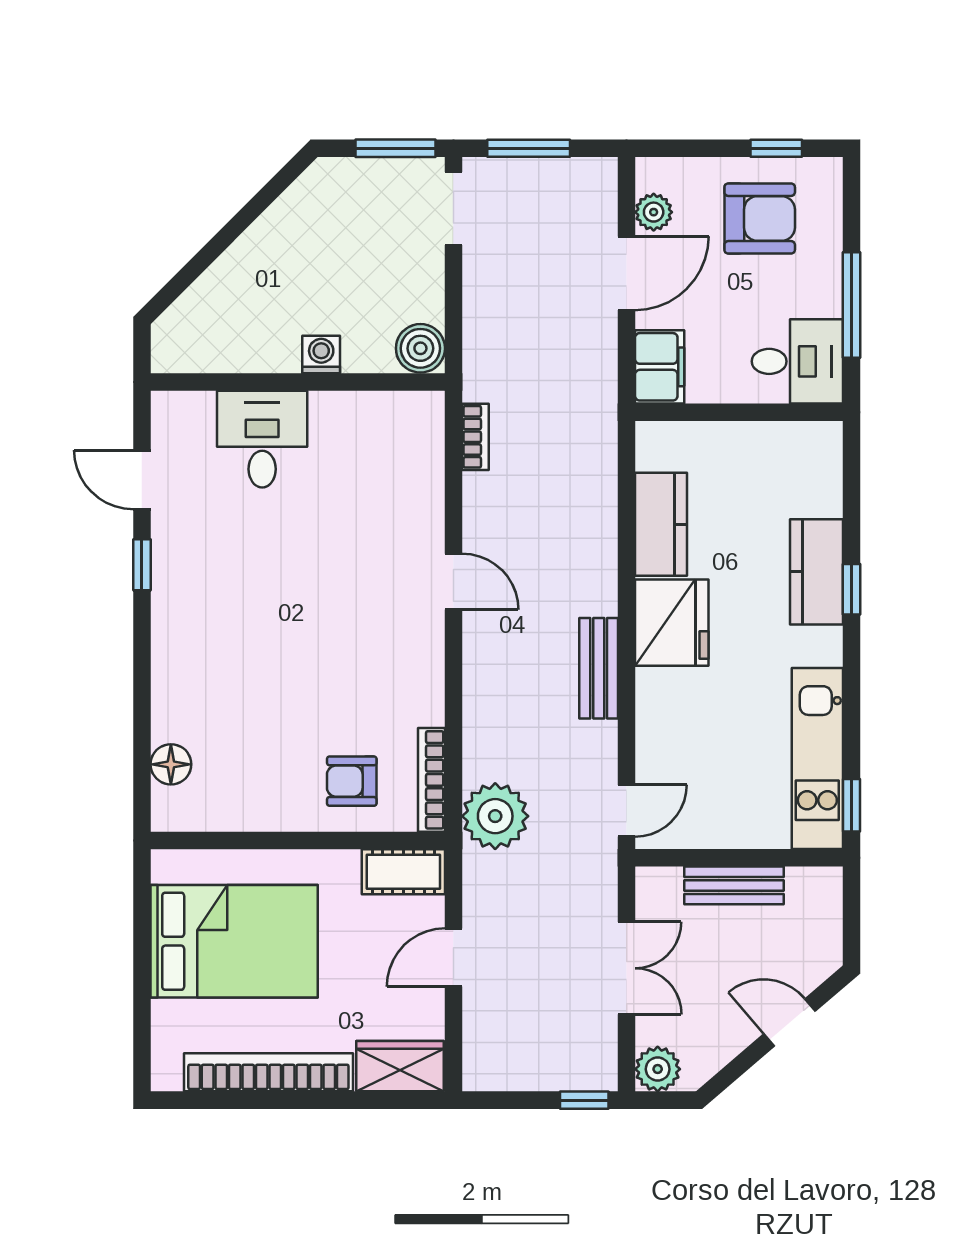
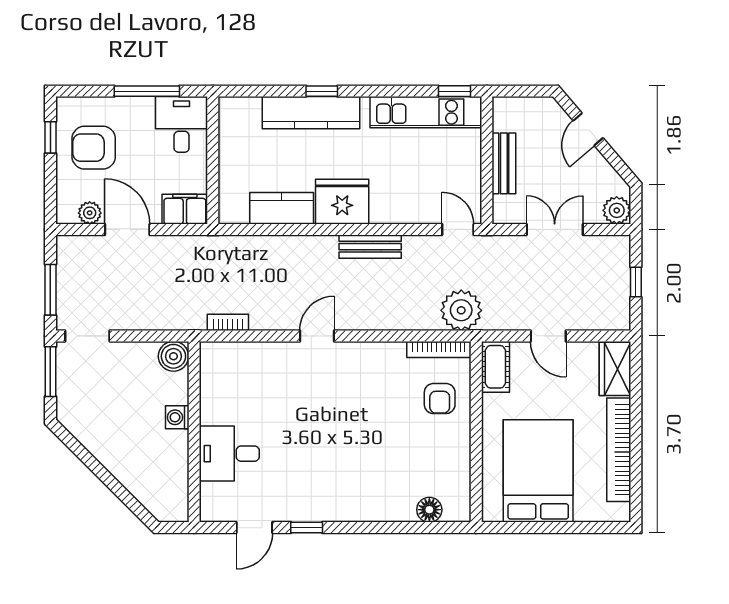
armchair: (760, 219) -> (94, 148), turned -90
kitchen counter: (816, 572) -> (311, 113), width x1.50
window: (584, 1100) -> (636, 282), moved

